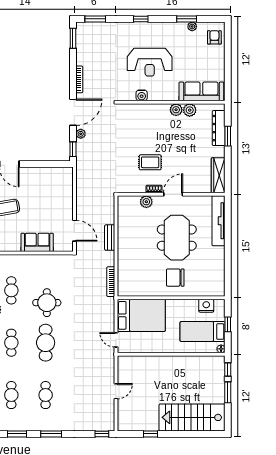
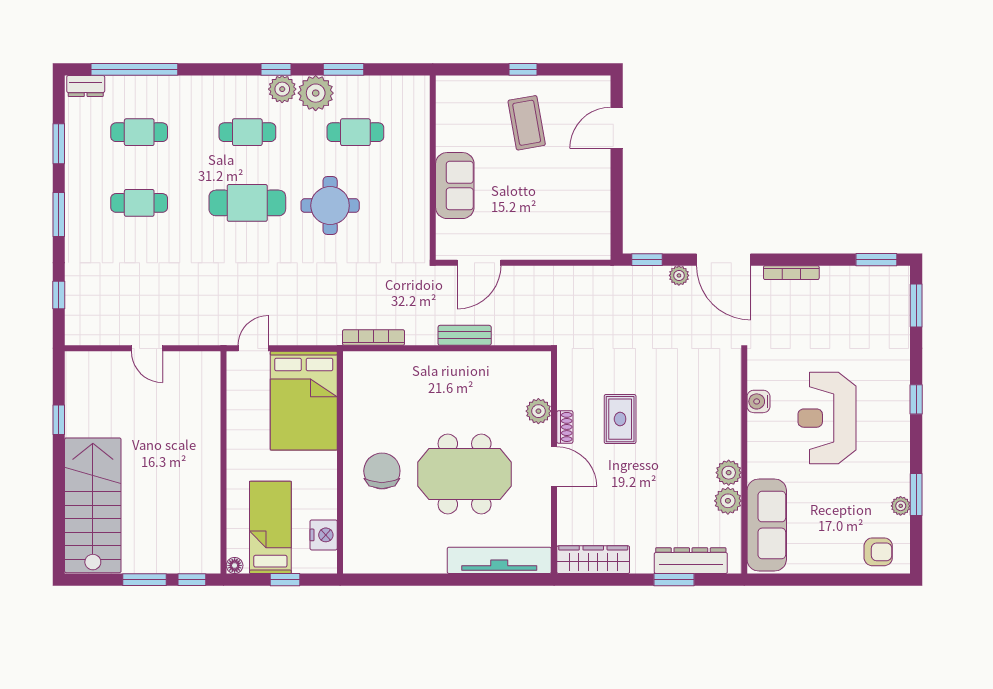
window: (102, 434) -> (59, 295), moved

